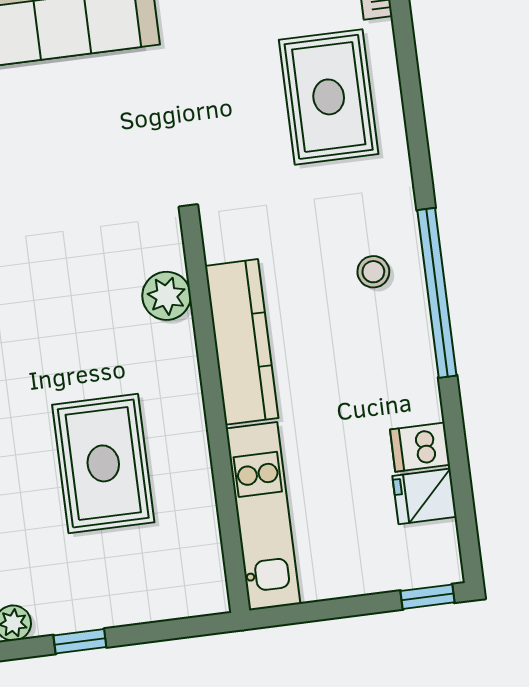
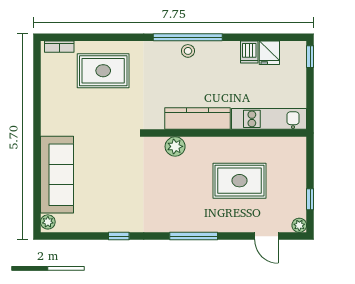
stool: (373, 272) -> (188, 51), moved

